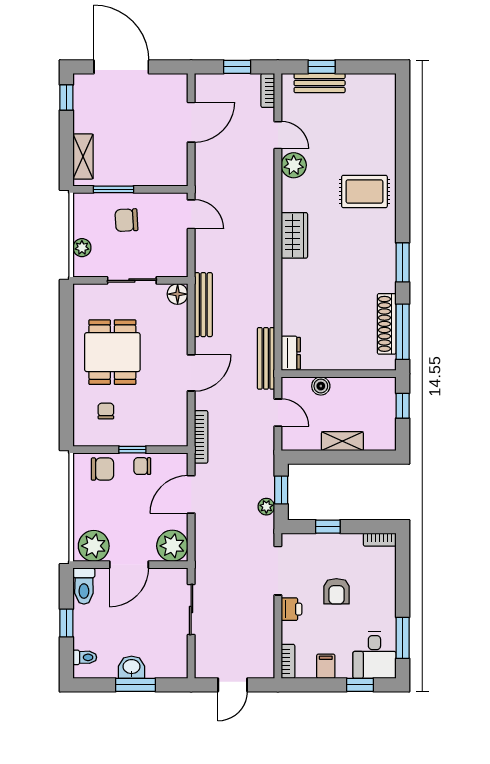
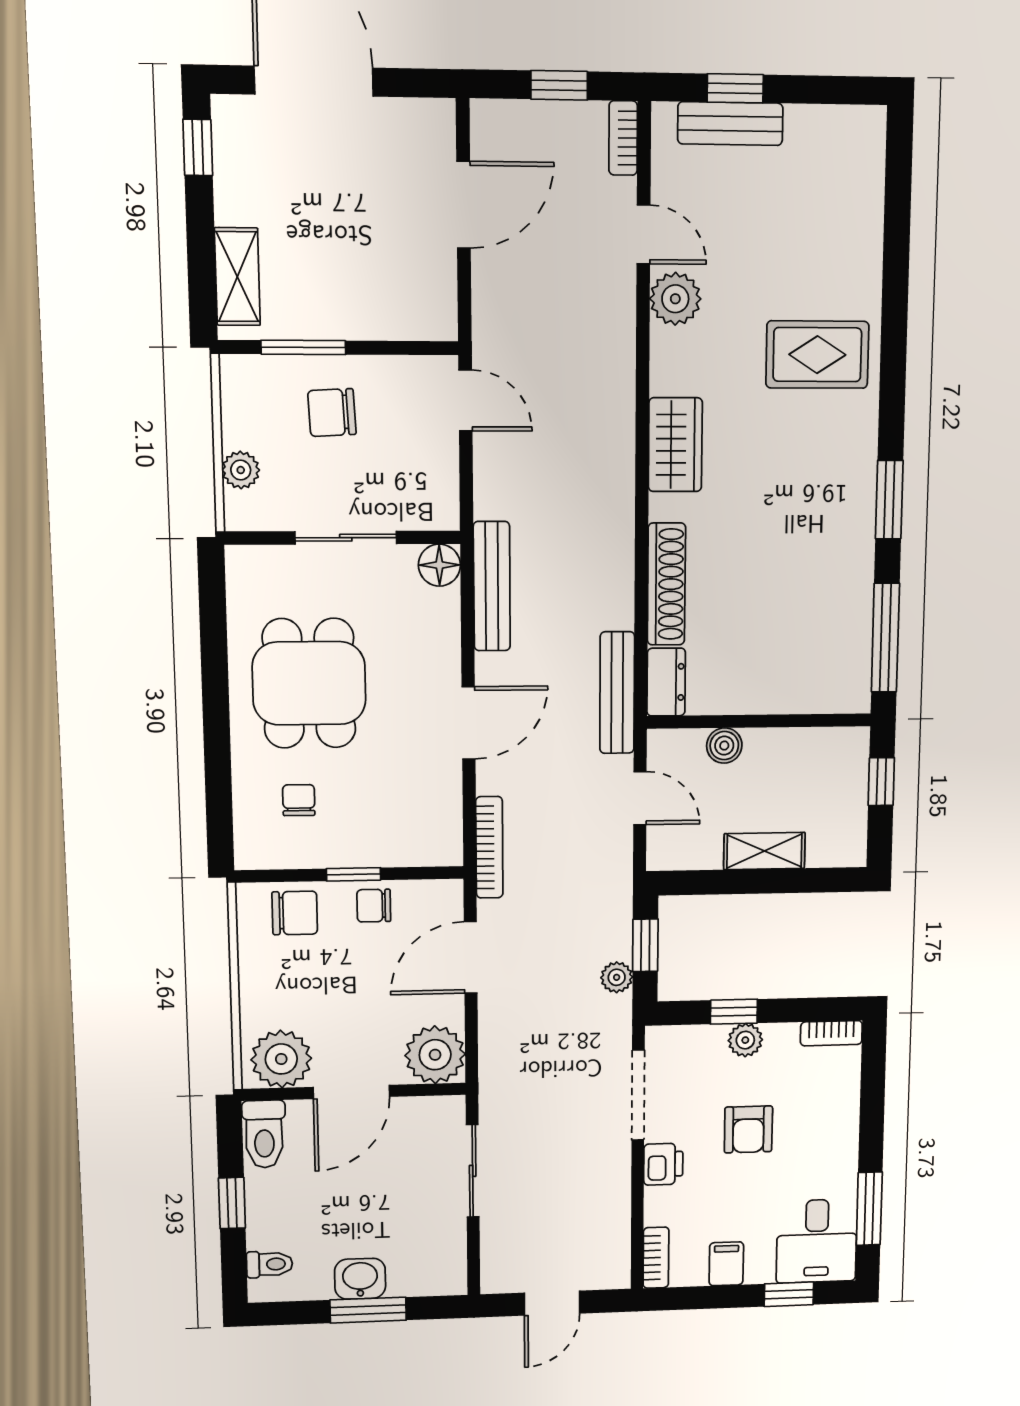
shoe rack: (387, 324) -> (666, 584), moved, turned 180
plant: (334, 542) -> (745, 1040), added

